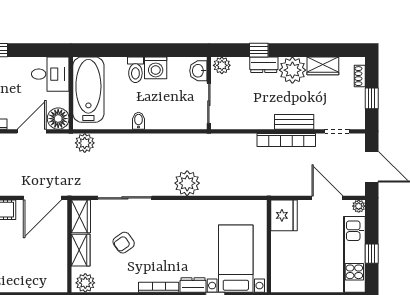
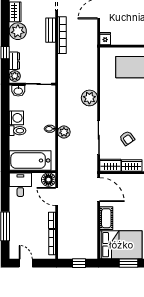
dresser: (264, 65) -> (14, 61), moved
plant: (85, 143) -> (64, 132), moved
fridge: (284, 215) -> (105, 39), width x0.53, depth x0.75

